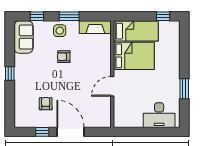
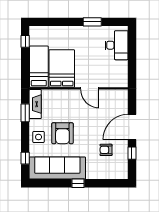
window: (69, 16) -> (25, 113), moved
sofa: (24, 37) -> (57, 168), width x1.85, depth x1.27
armchair: (64, 57) -> (62, 133), width x1.88, depth x1.88

